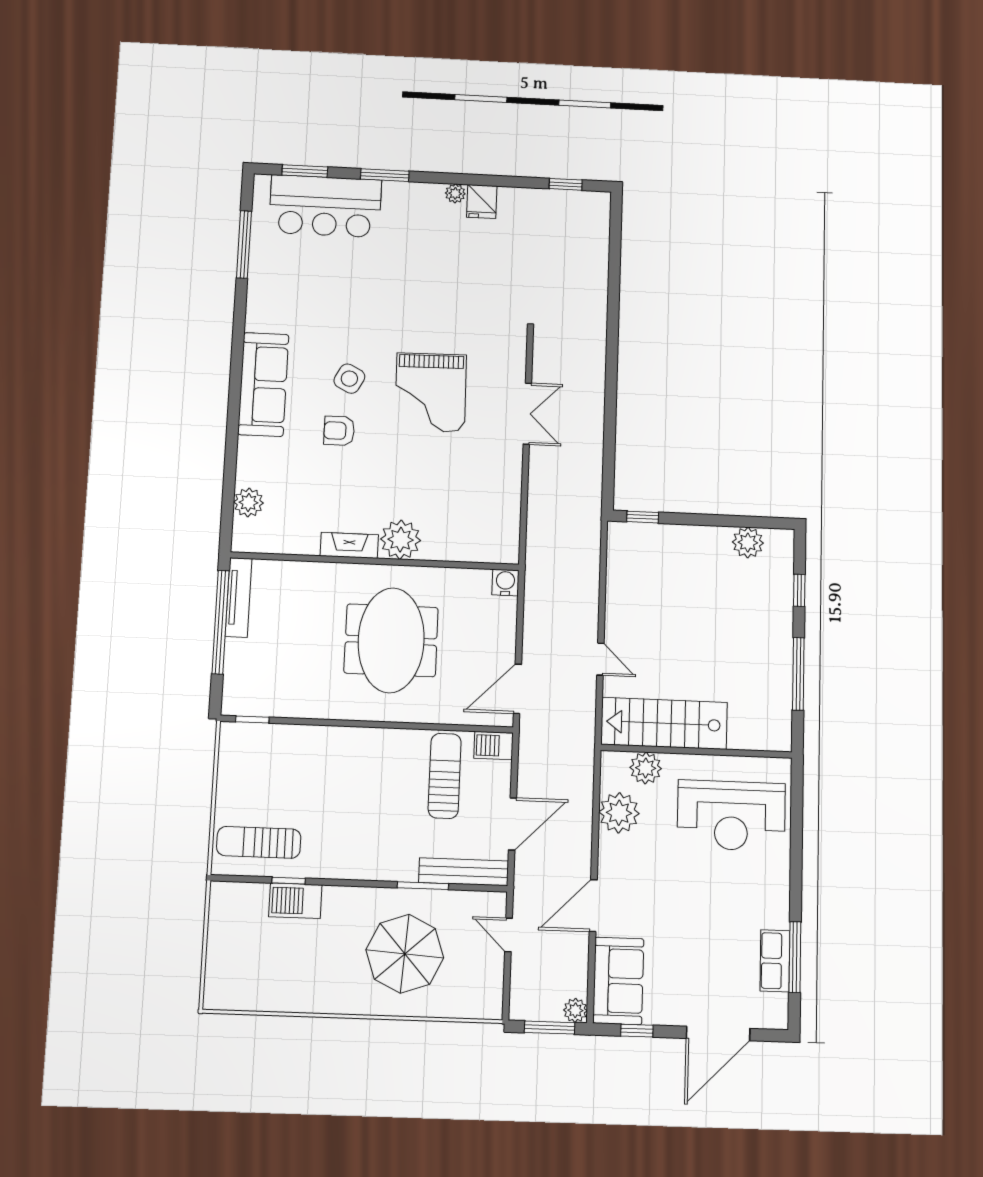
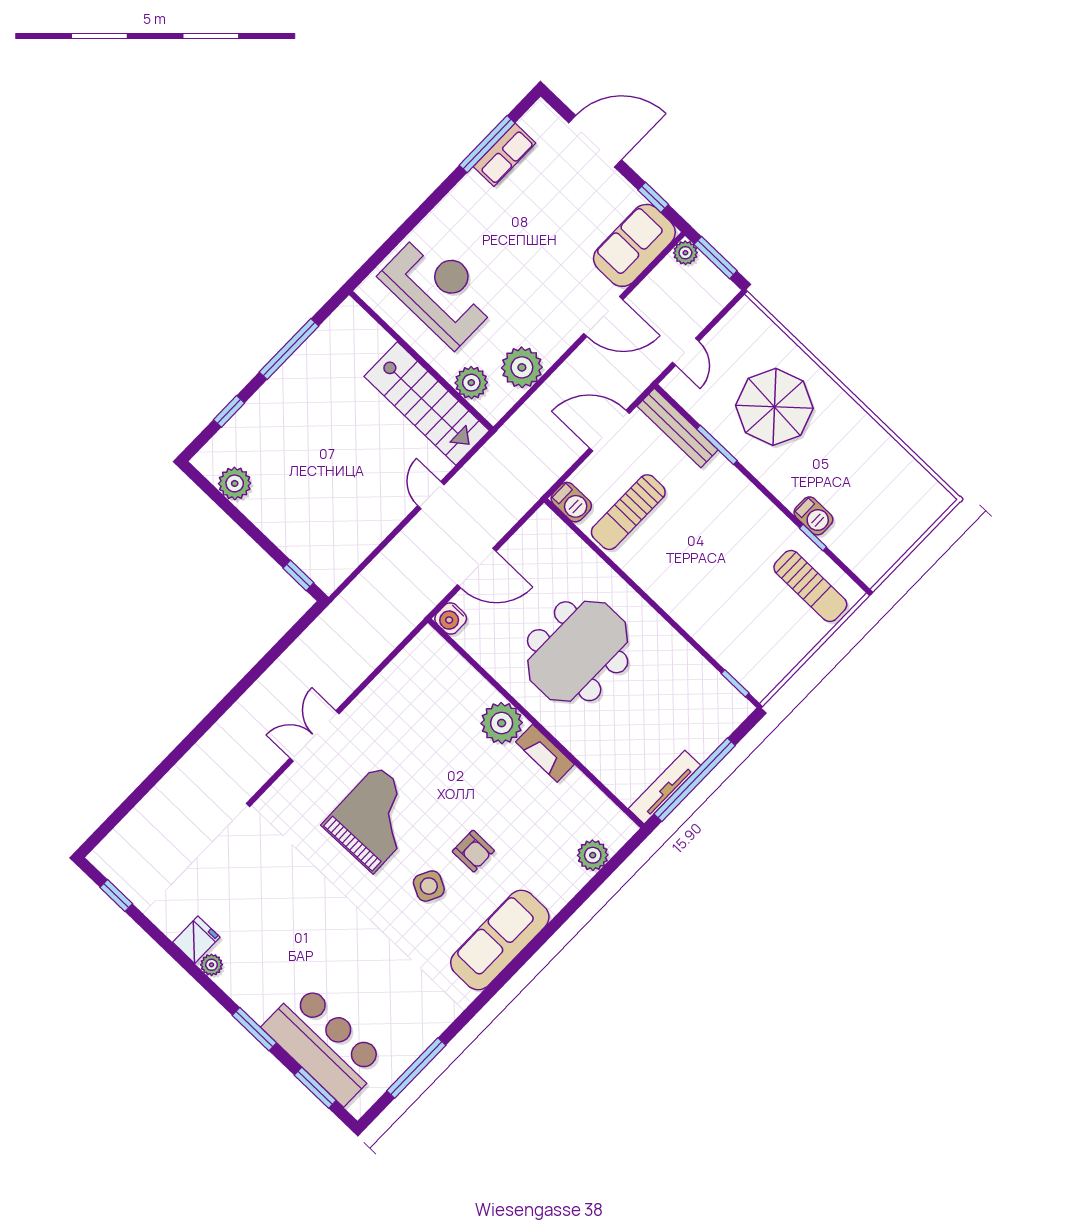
door: (517, 689) -> (477, 568), moved
barbecue: (295, 901) -> (813, 516), width x0.73, depth x0.79

